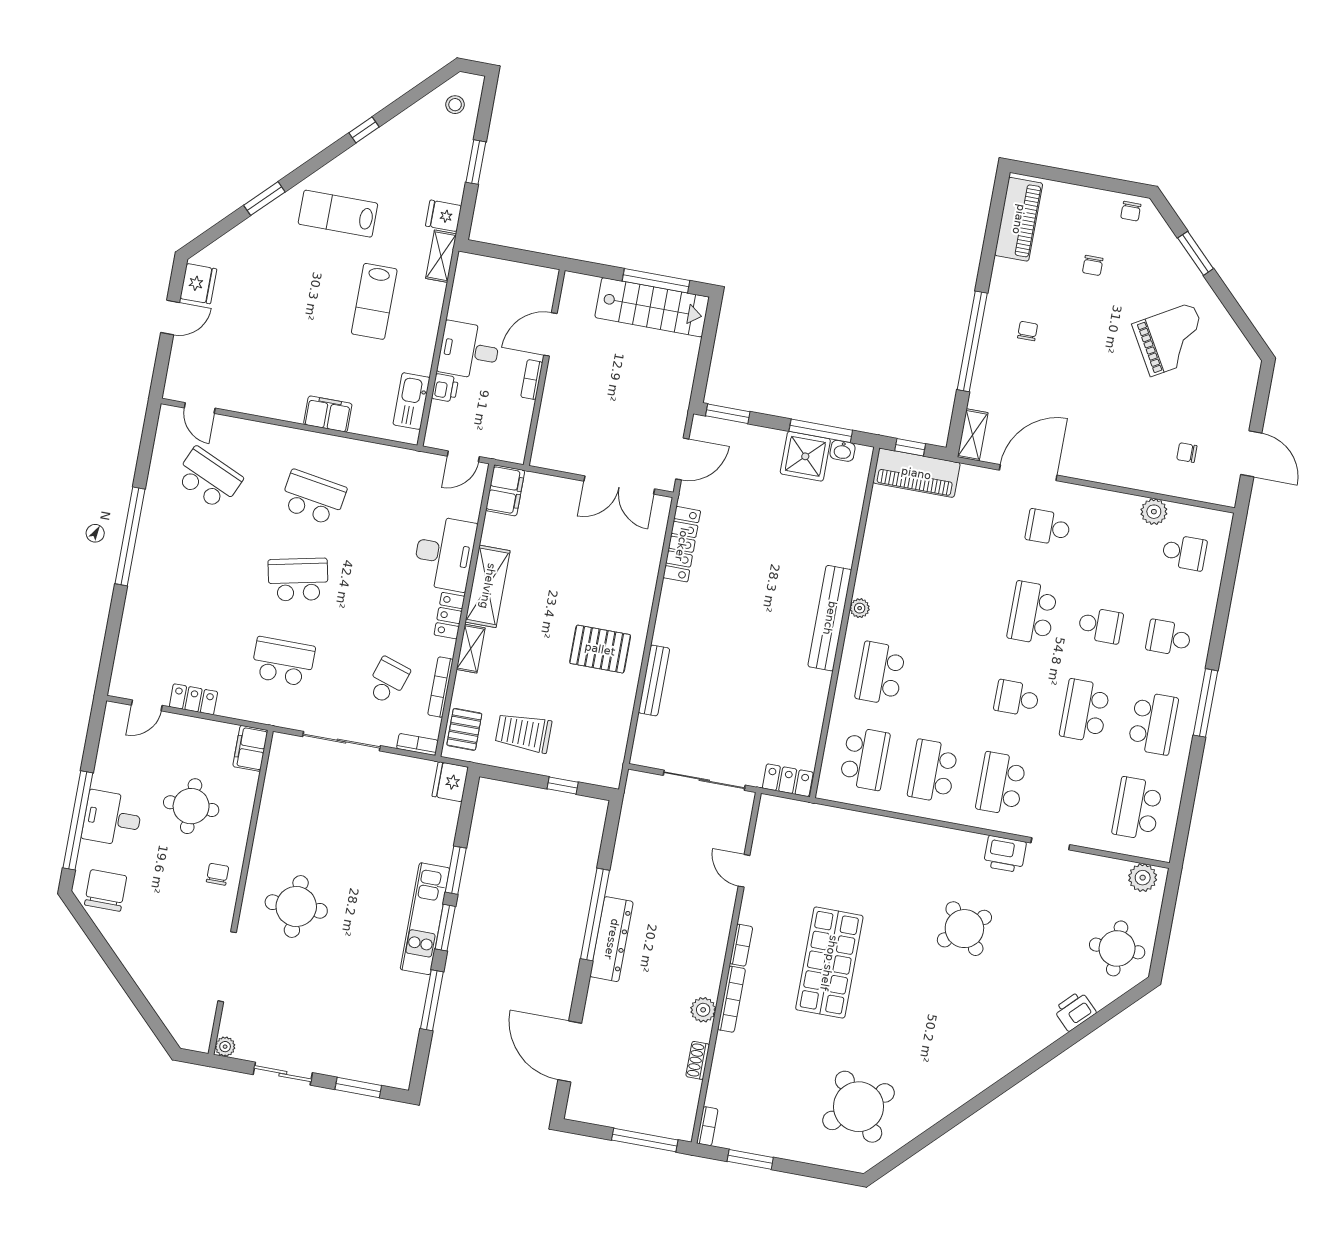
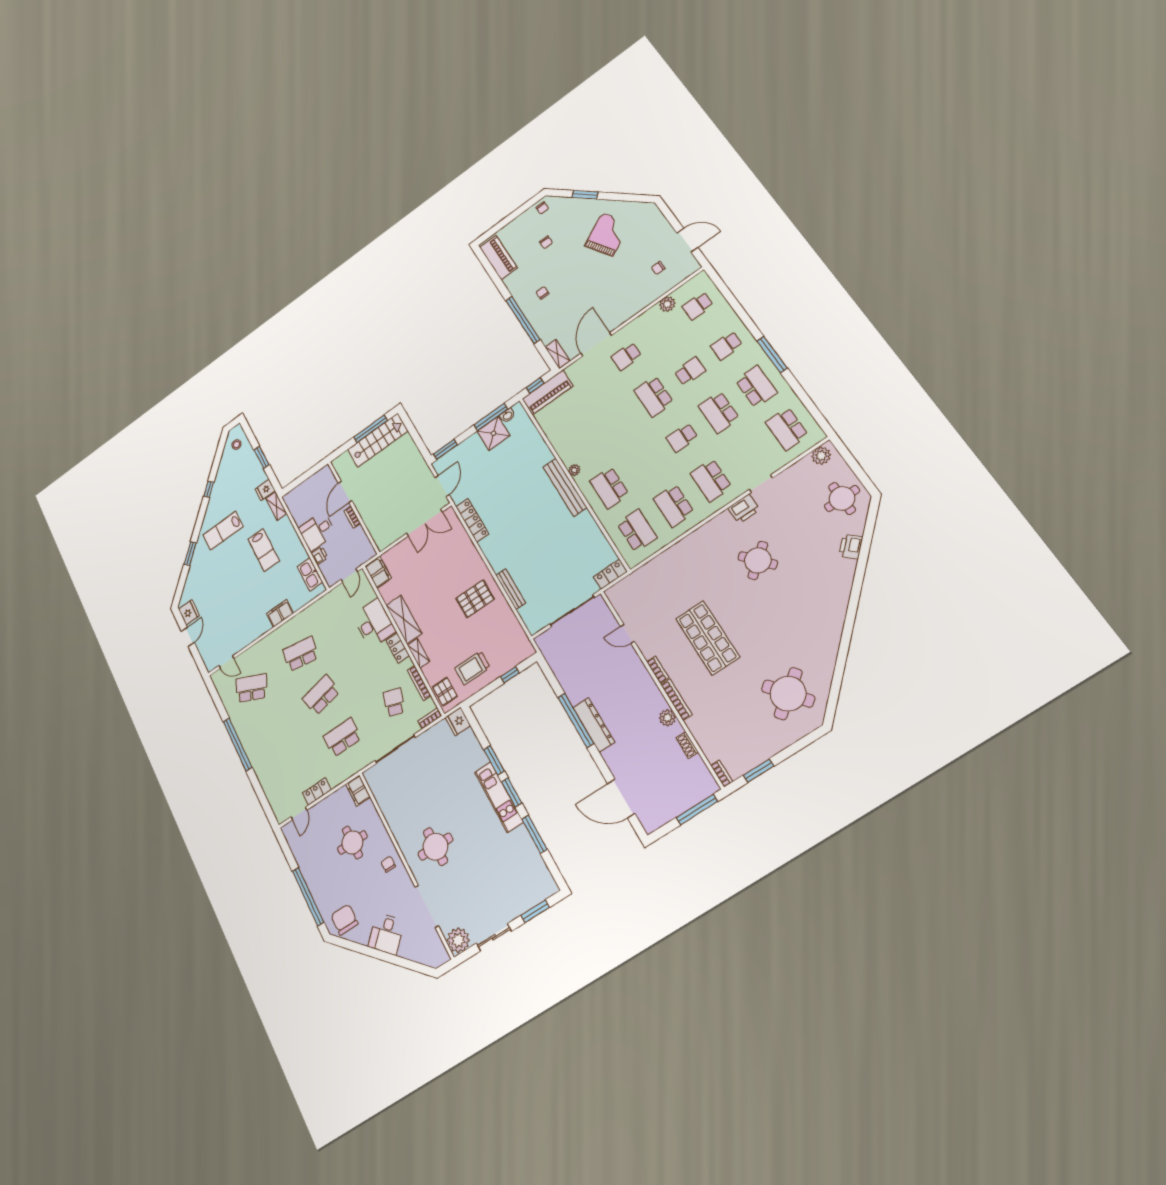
school desk: (1184, 552) -> (698, 306), turned 180
desk: (112, 818) -> (386, 934), moved, turned -45
plant: (225, 1047) -> (458, 940), width x1.88, depth x1.88

